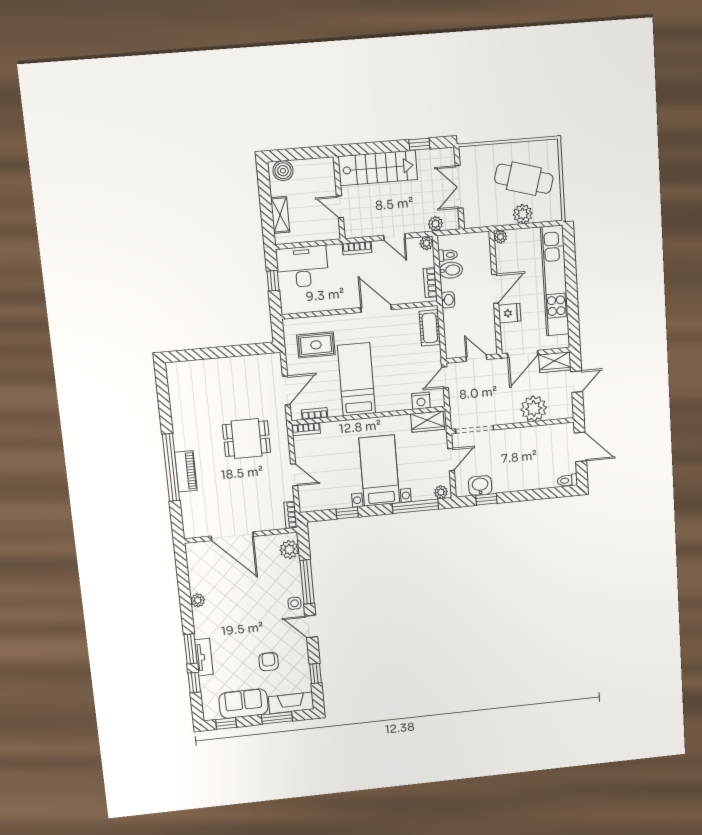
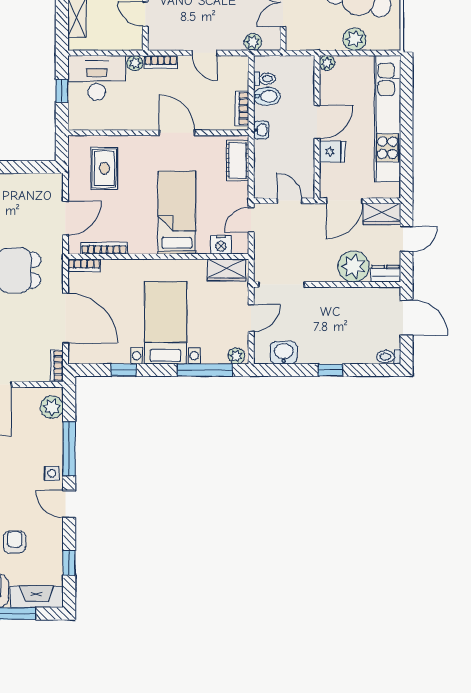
plant: (426, 243) -> (135, 63), moved
rug: (316, 345) -> (104, 168), turned 90
bed: (356, 379) -> (177, 213), moved
dresser: (561, 412) -> (386, 274), added
bookcase: (315, 414) -> (104, 248), width x1.56
door: (294, 475) -> (65, 318), width x1.87
window: (486, 499) -> (331, 370), moved

